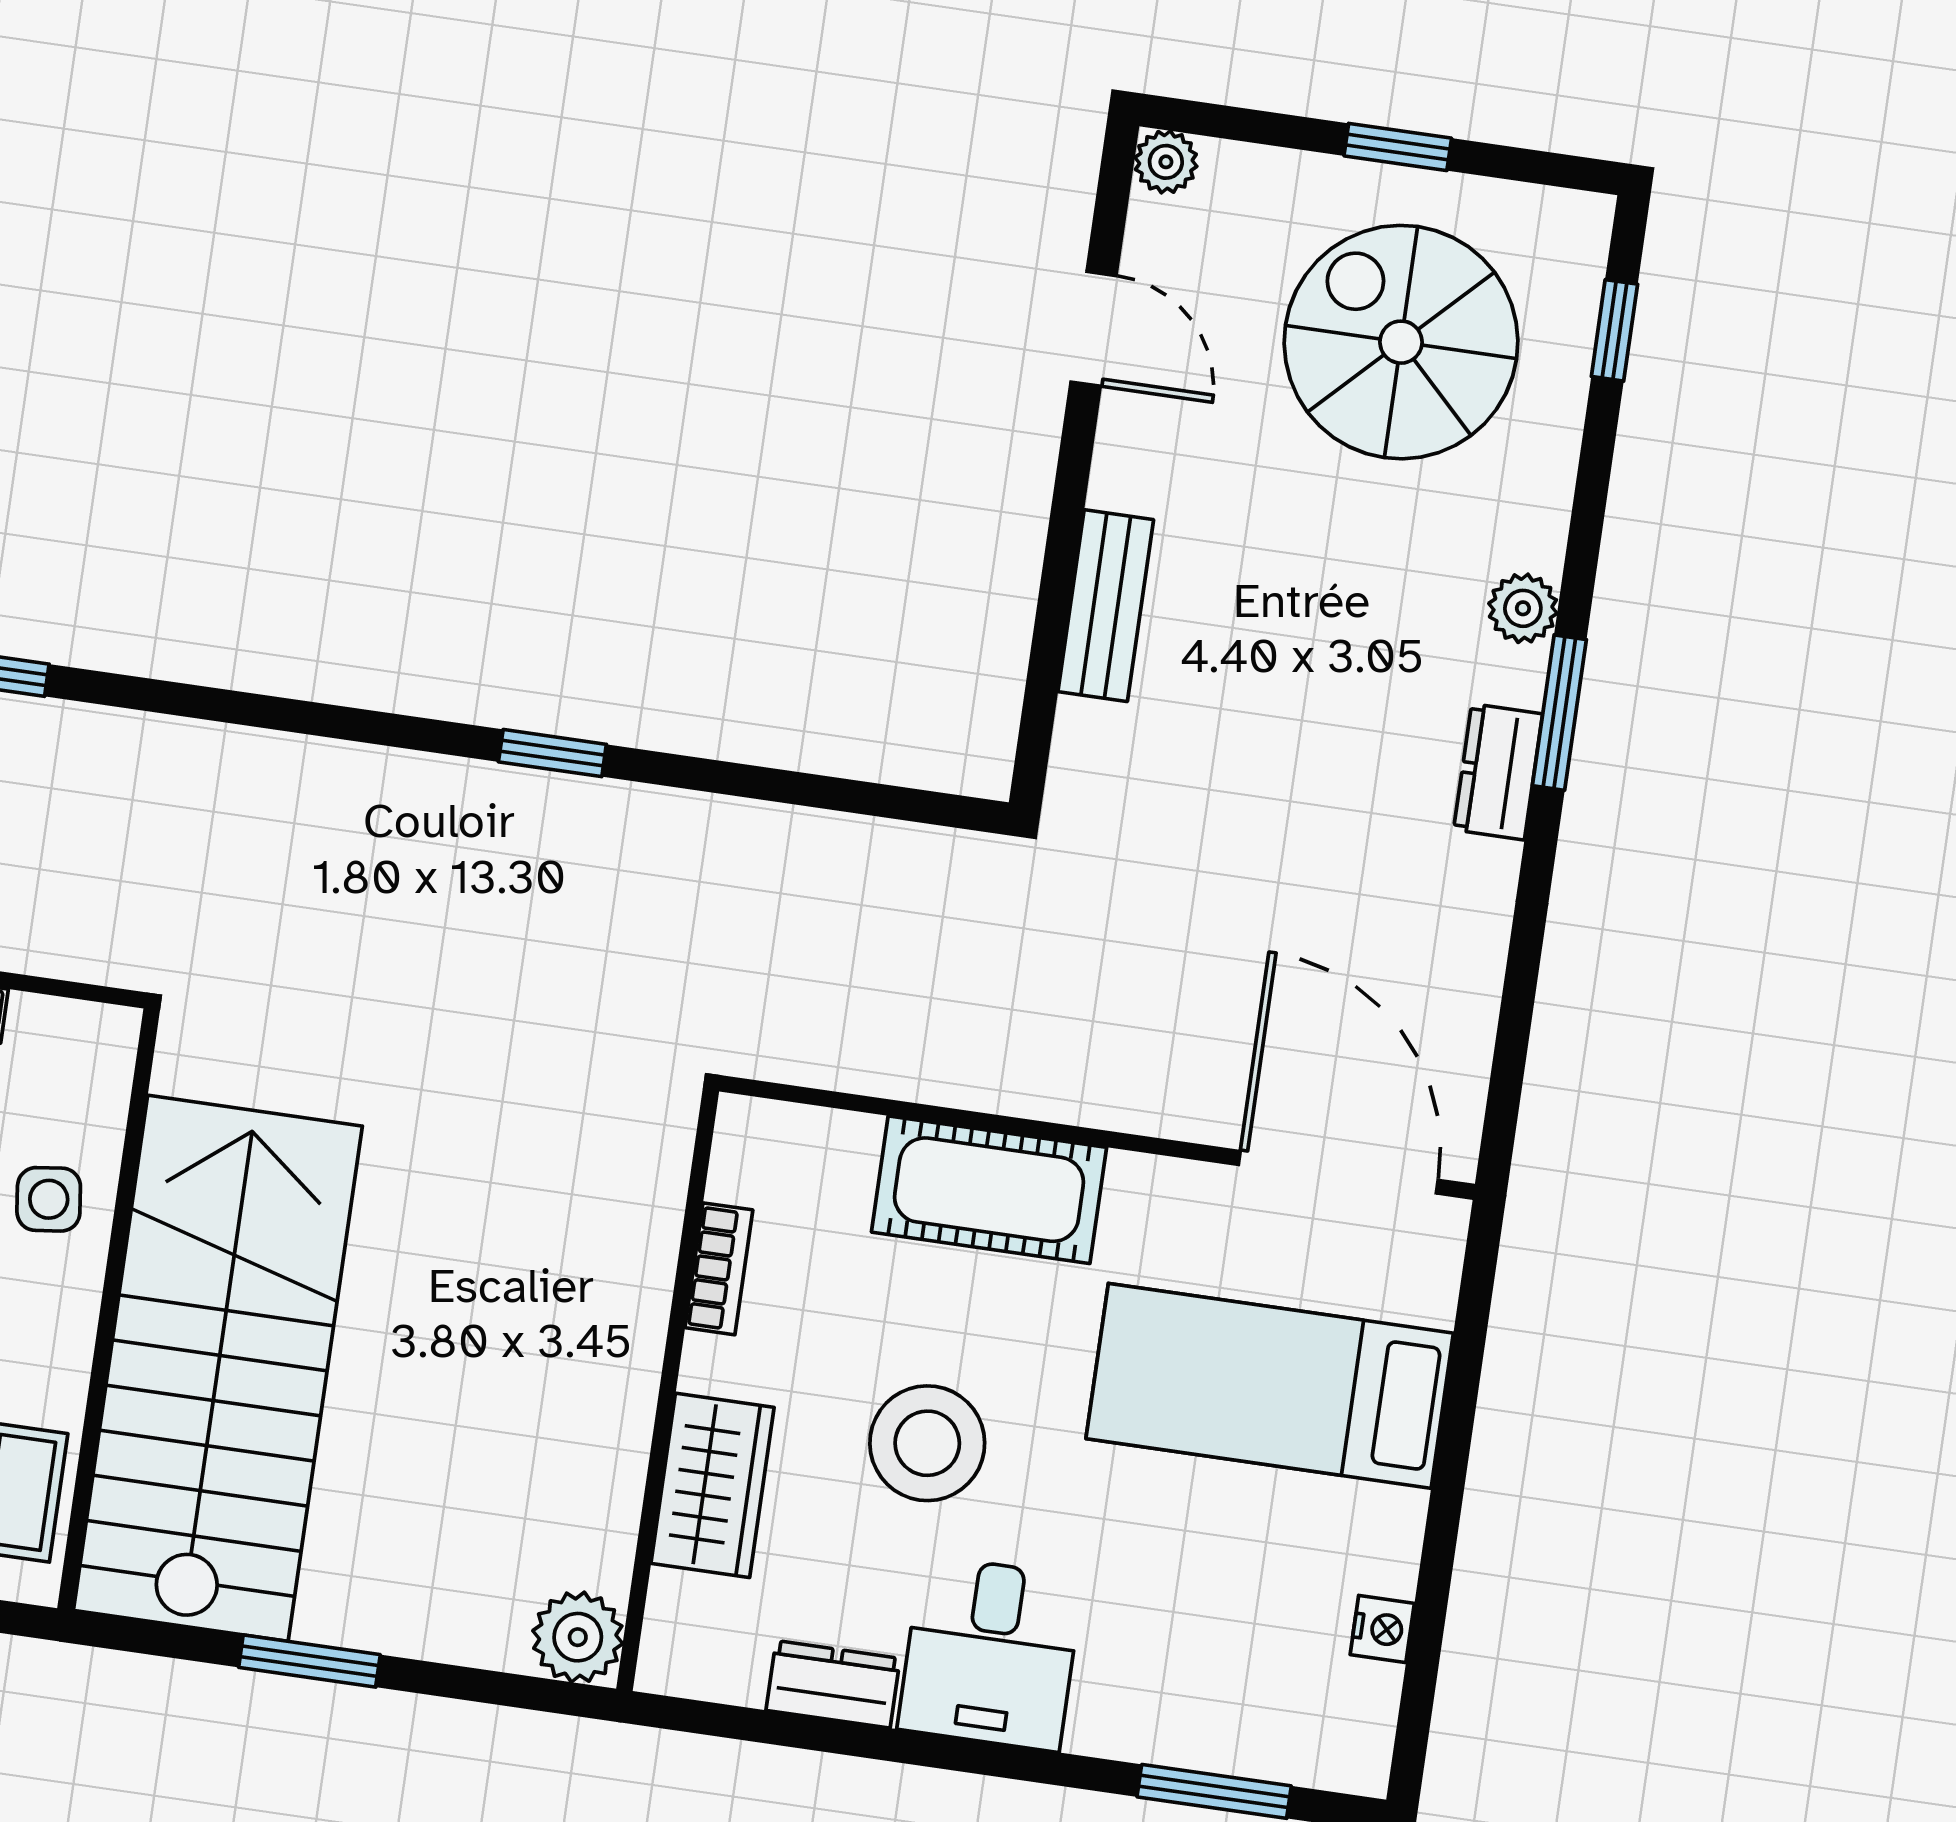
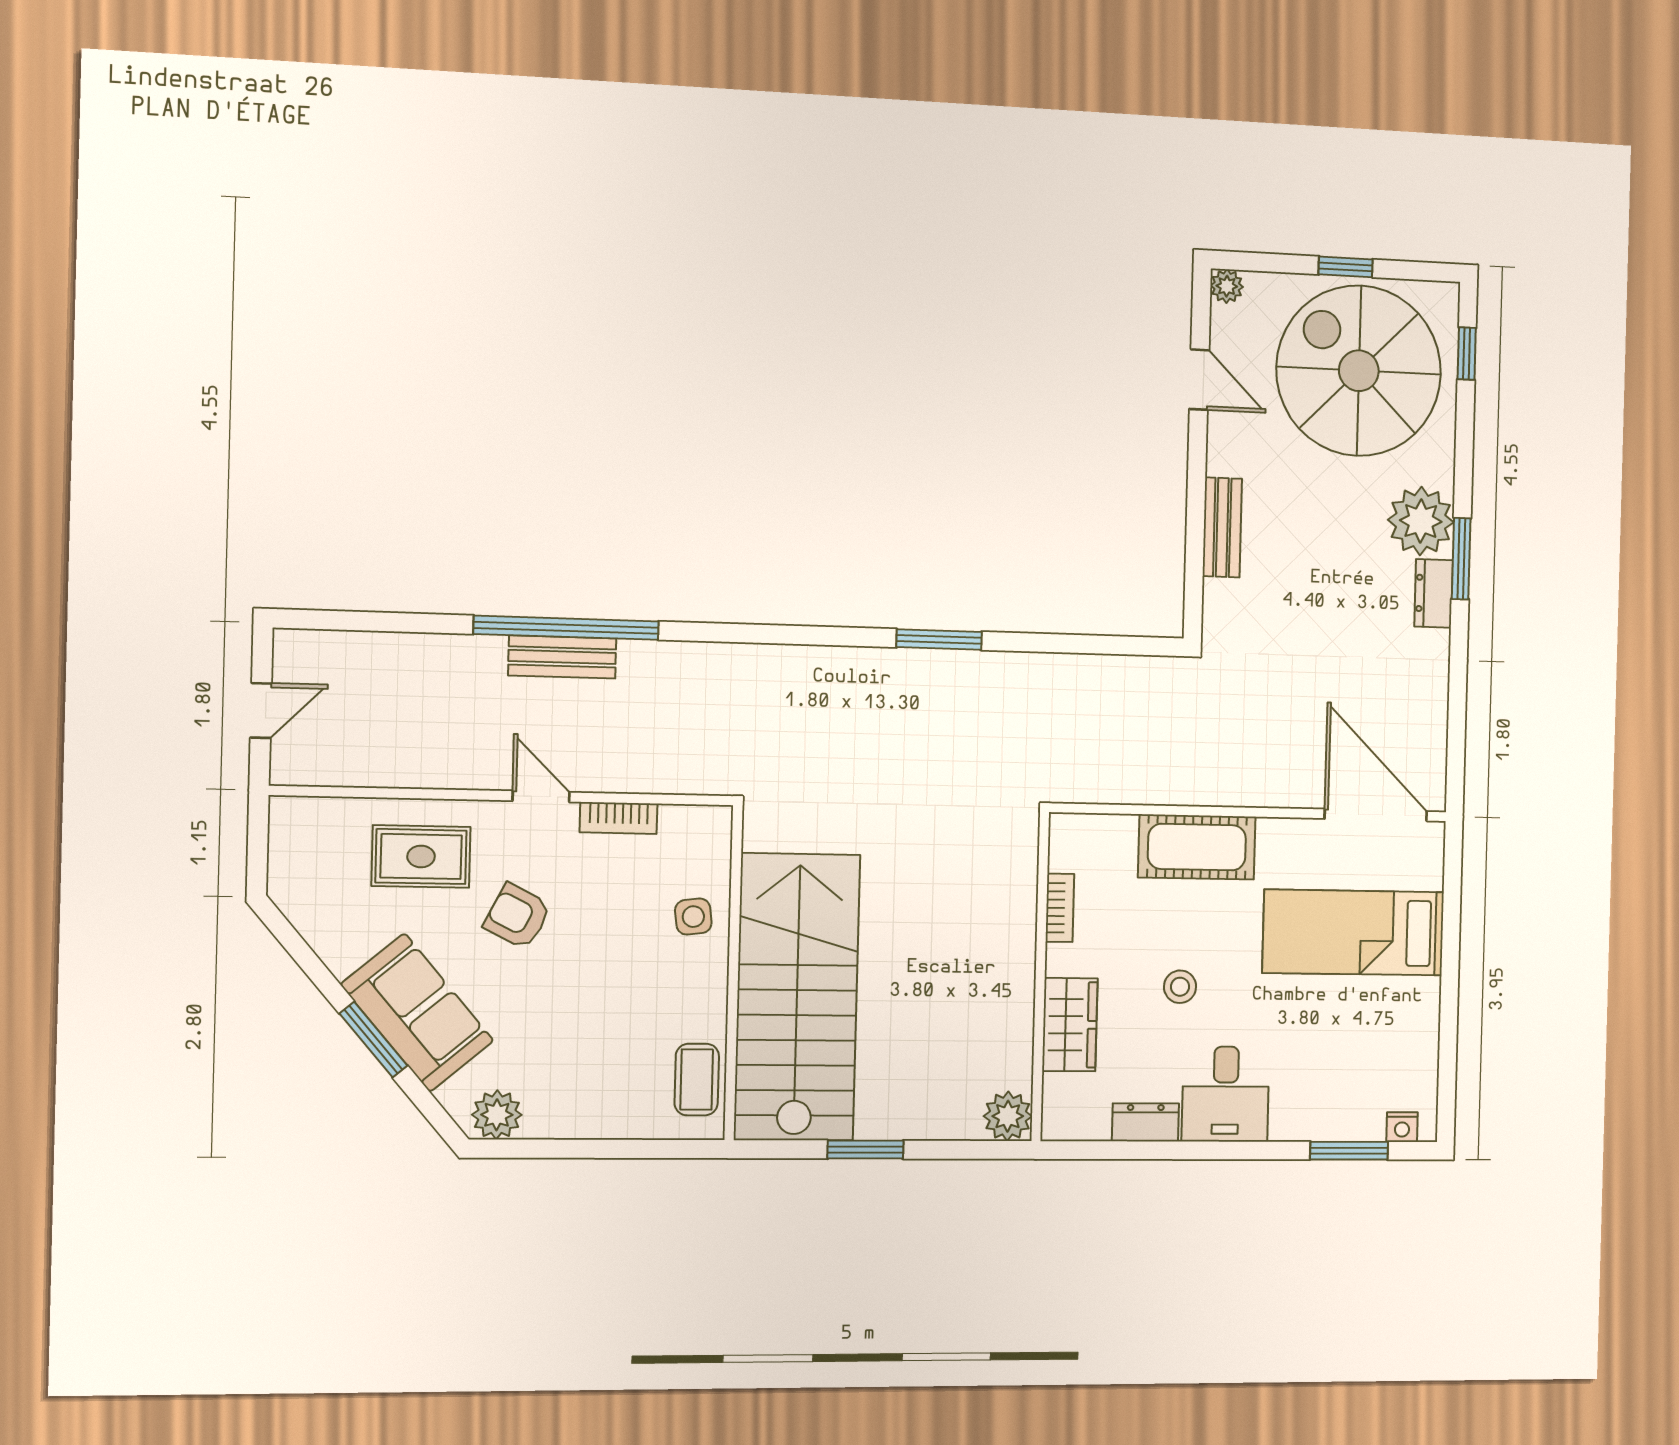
spiral stairs: (1401, 342) -> (1359, 371), width x1.37, depth x1.37
plant: (1523, 608) -> (1421, 521), width x1.87, depth x1.87
window: (552, 753) -> (939, 640), width x1.50
stool: (927, 1443) -> (1180, 987), width x0.53, depth x0.53
nightstand: (1382, 1629) -> (1402, 1127), moved, turned 90

